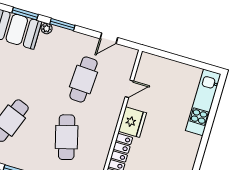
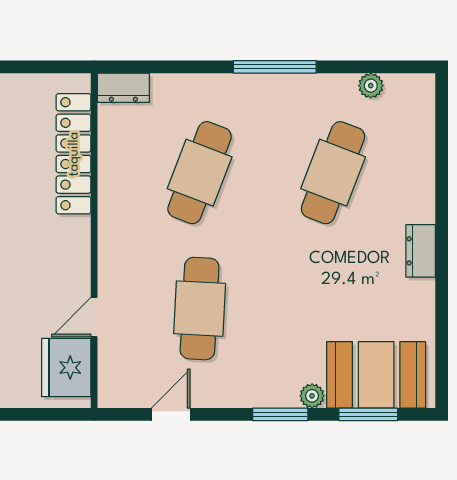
fridge: (132, 122) -> (66, 368), moved
cafe table: (67, 137) -> (200, 173), turned 36

